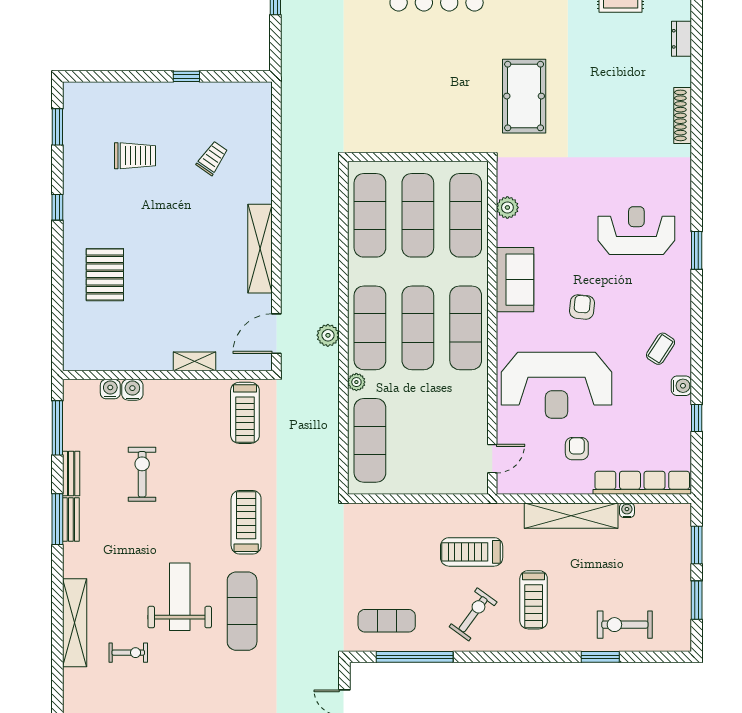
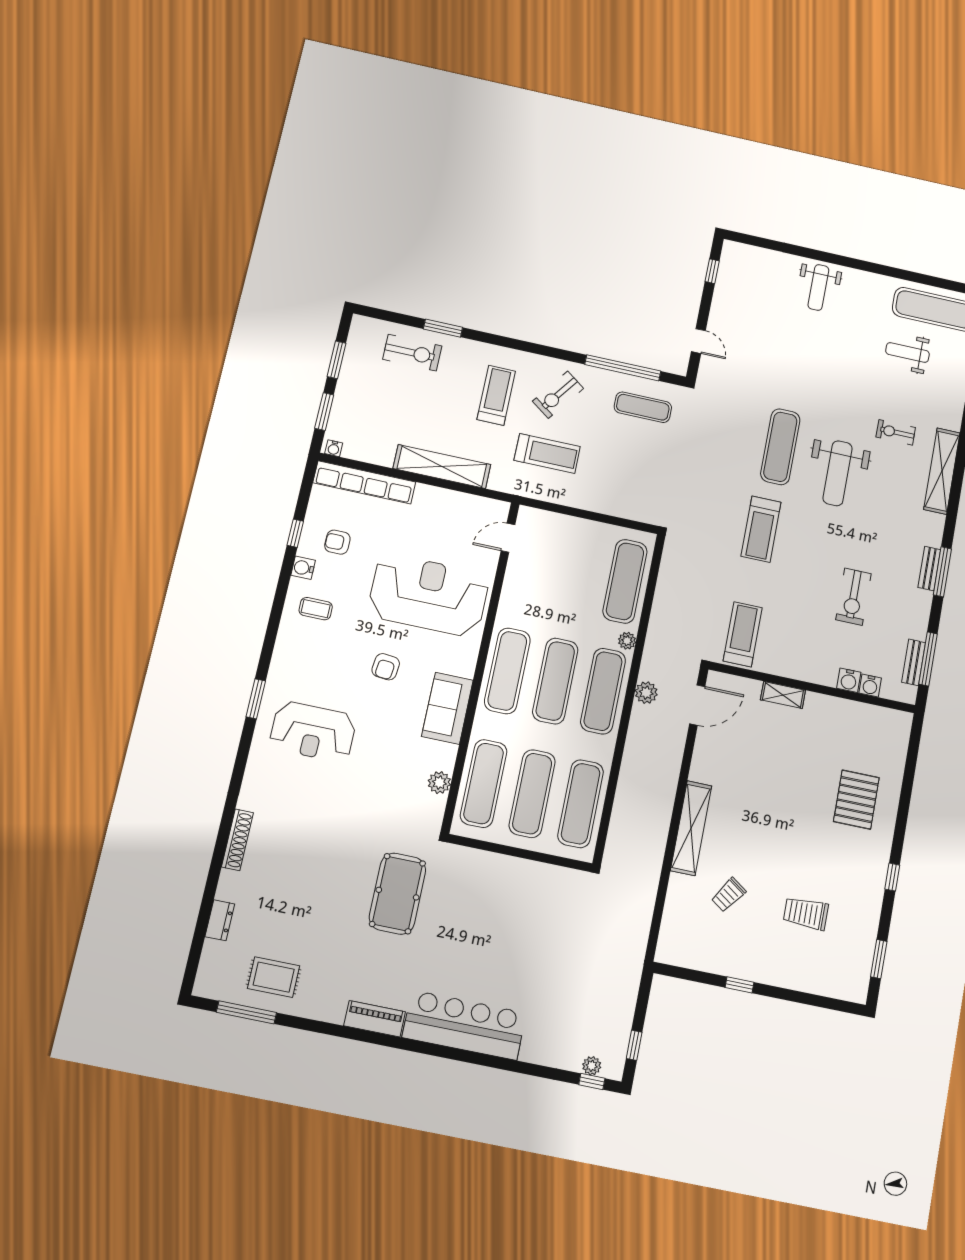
shelving: (260, 249) -> (691, 828), moved
coffee table: (661, 349) -> (316, 609), turned 57
armchair: (577, 449) -> (337, 542), moved, turned 90
bench: (71, 474) -> (914, 662), moved
water cooler: (627, 510) -> (334, 448), moved

